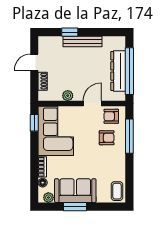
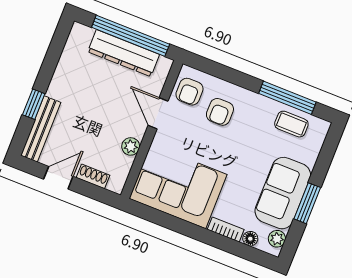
bench: (82, 42) -> (41, 129), moved
door: (34, 62) -> (58, 178), swing flipped
window: (34, 123) -> (152, 215), removed
window: (129, 136) -> (287, 98), moved
armchair: (107, 138) -> (220, 112), turned 180
coffee table: (117, 191) -> (291, 124), moved

